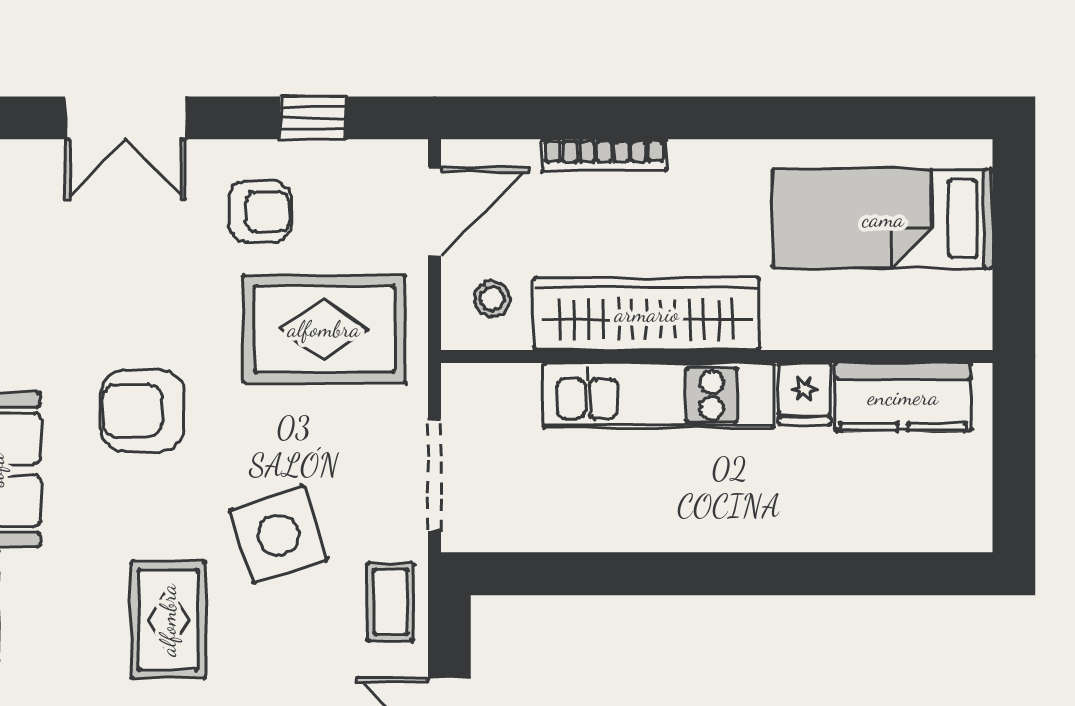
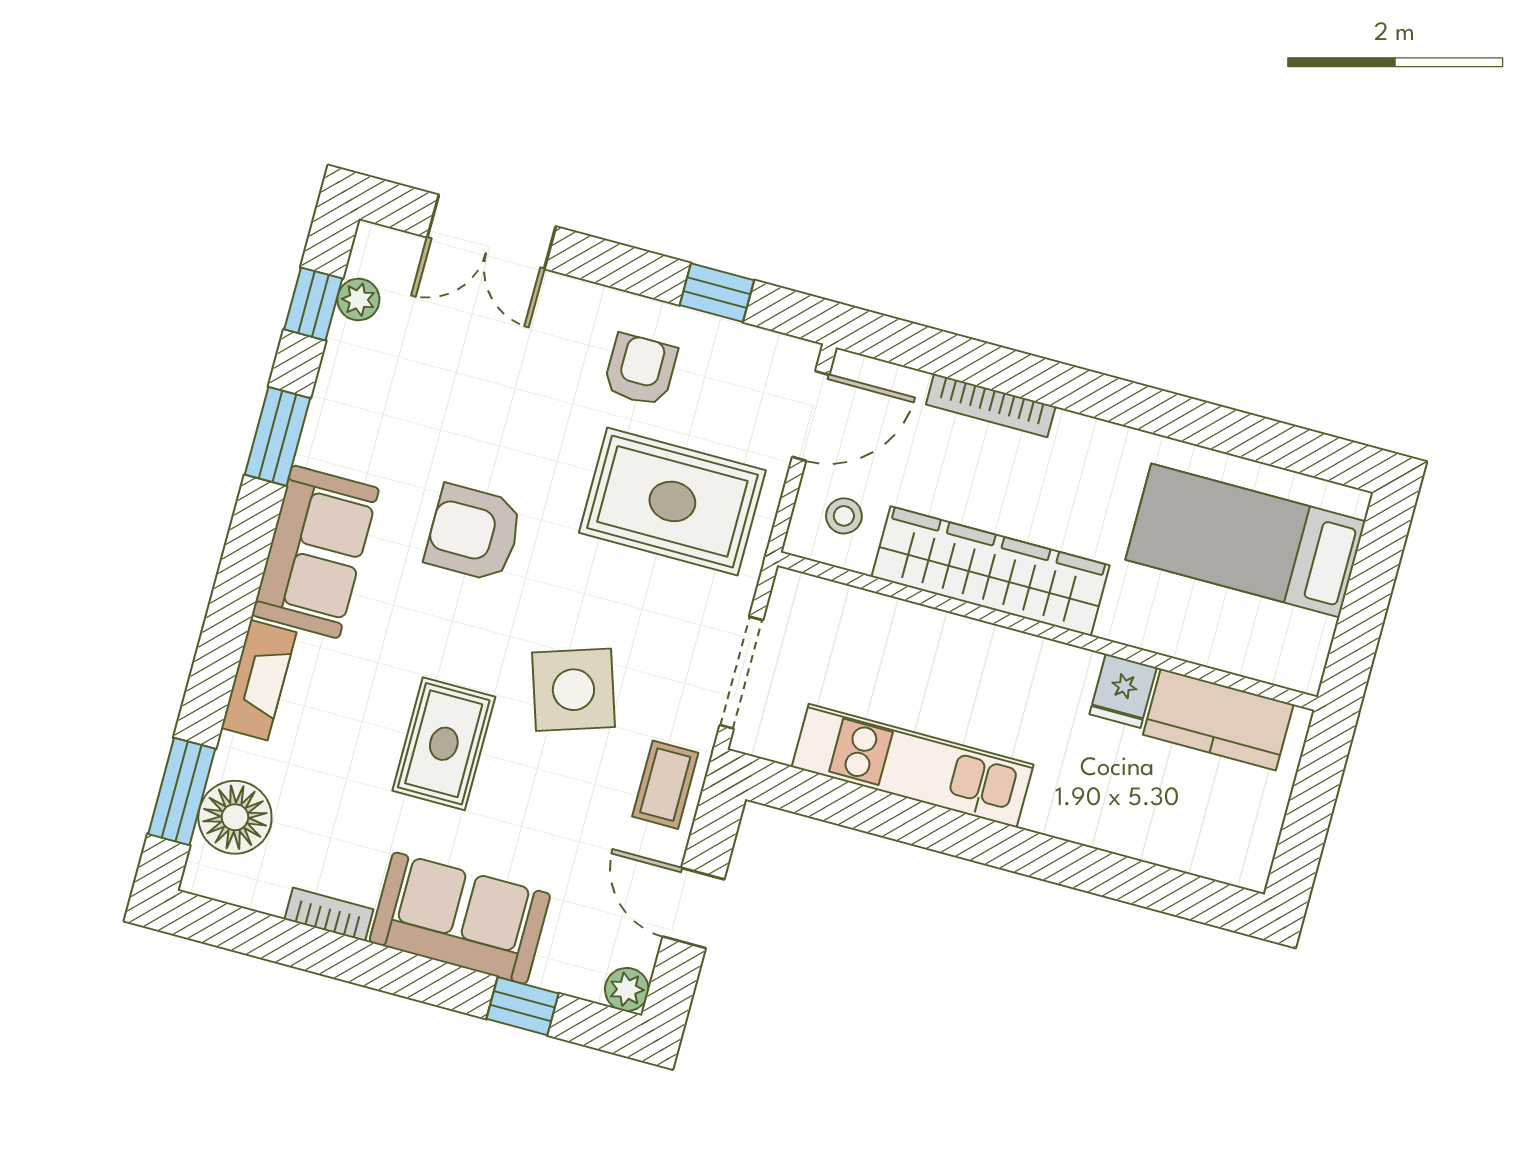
double door: (125, 118) -> (491, 232), moved
armchair: (260, 211) -> (640, 370), turned -90
kitchen unit: (659, 395) -> (913, 766), moved, turned 180

